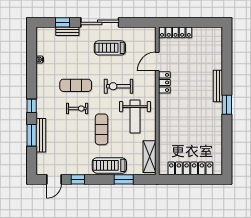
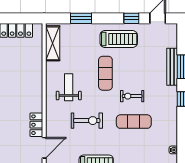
weight bench: (135, 116) -> (69, 87), width x0.73, depth x0.75
treadmill: (109, 165) -> (119, 39), moved

